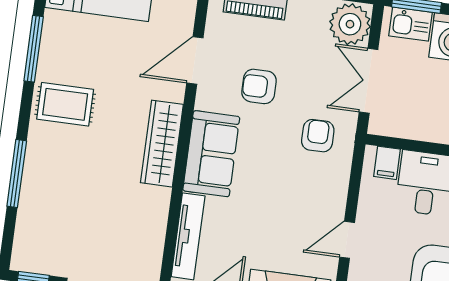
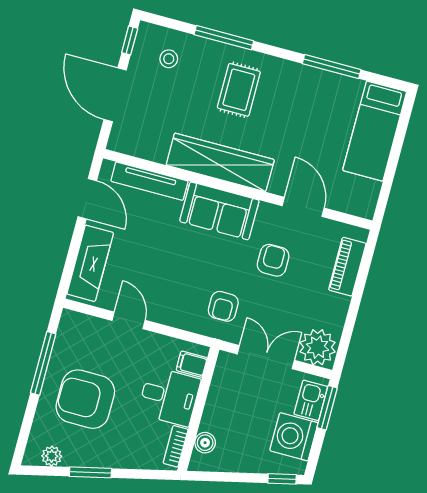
rug: (65, 104) -> (239, 90), moved
armchair: (318, 136) -> (223, 306), turned 90
wardrobe: (162, 144) -> (220, 162), width x1.40, depth x1.17
stool: (48, 232) -> (169, 59), added

